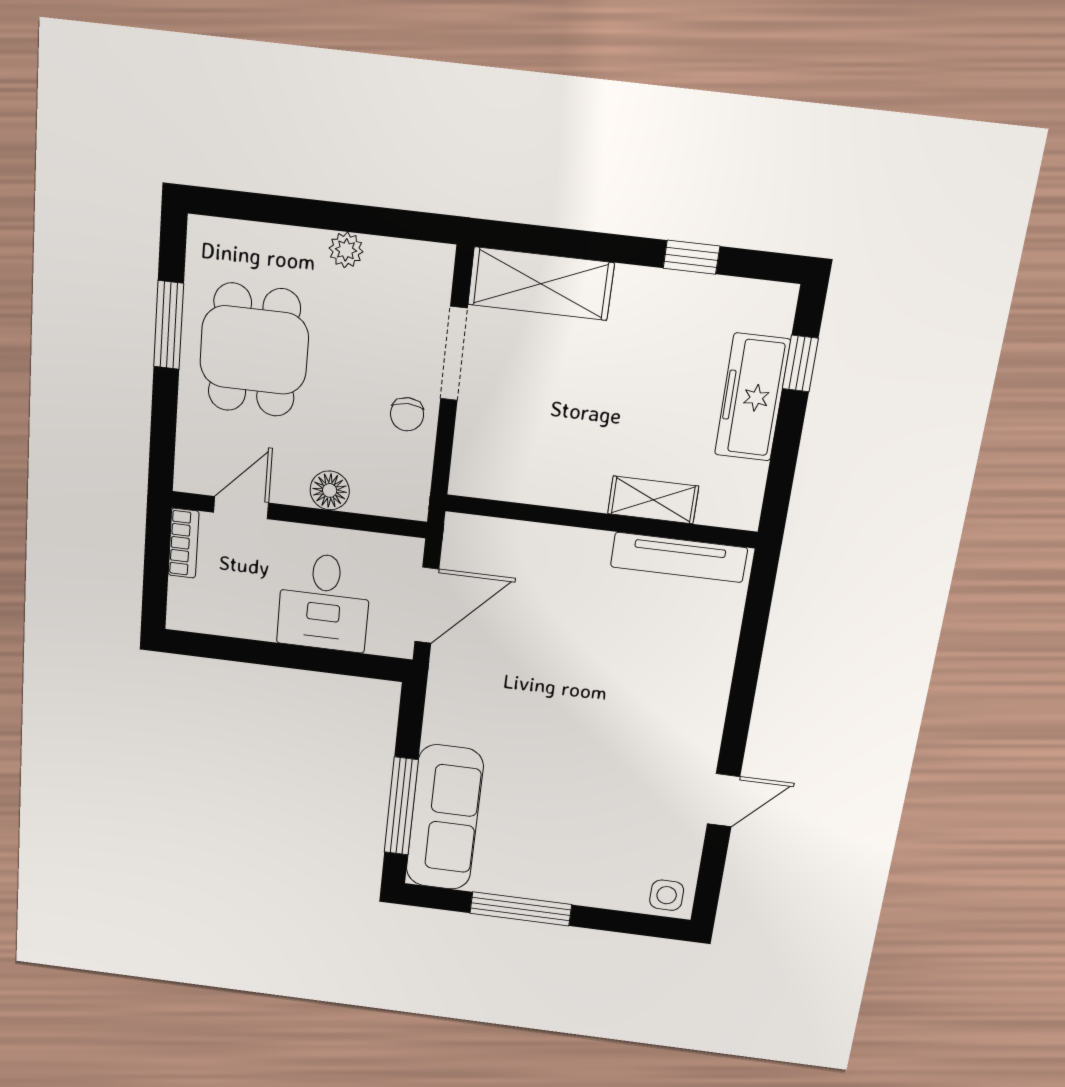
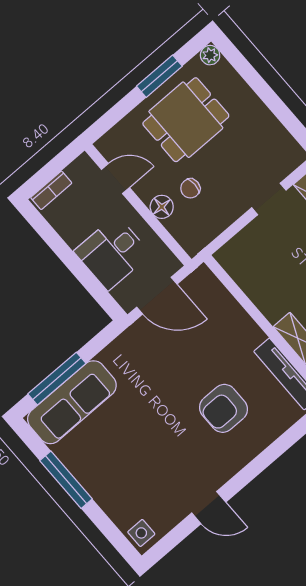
plant: (346, 250) -> (210, 55), moved
doorway: (454, 354) -> (269, 199), width x0.73
chair: (407, 414) -> (190, 188), moved
bookcase: (183, 543) -> (51, 190), moved
armchair: (636, 669) -> (224, 408), added

